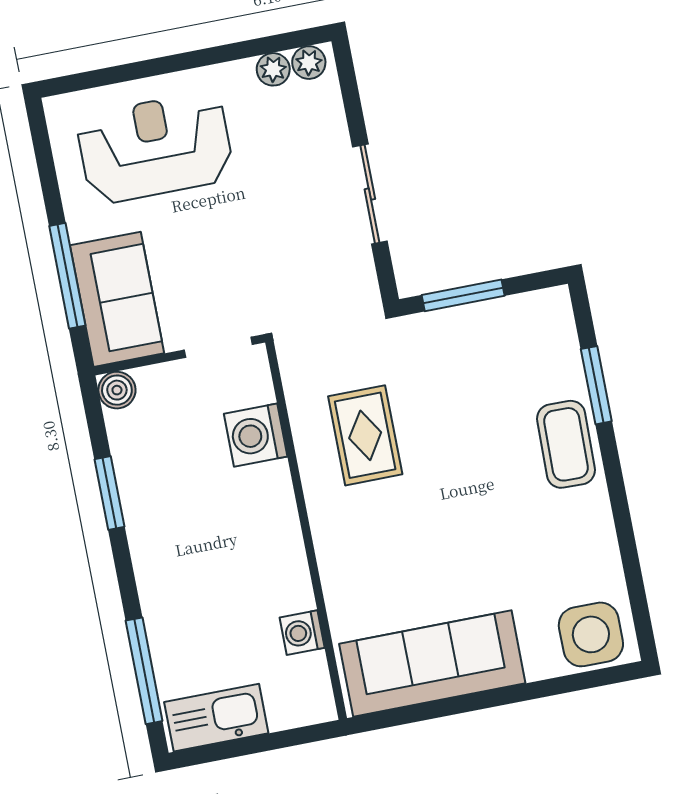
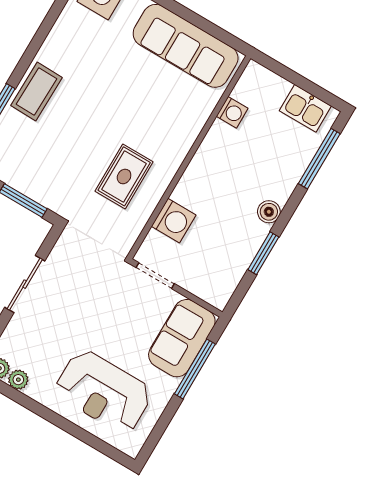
boiler: (117, 390) -> (269, 212), moved
kitchen sink: (216, 718) -> (305, 108), width x0.73

